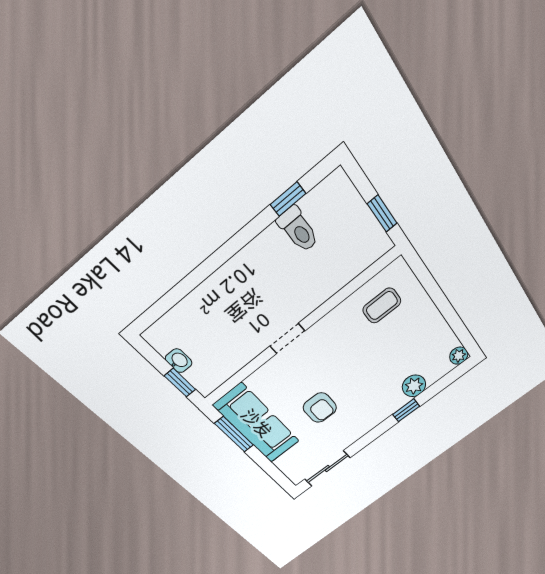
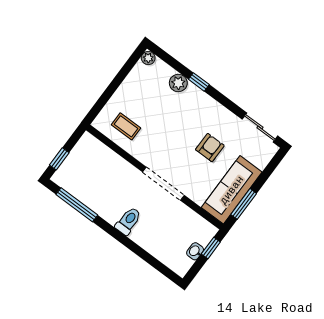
window: (288, 199) -> (77, 205), width x2.17
window: (382, 213) -> (59, 159), moved
toilet: (298, 230) -> (128, 221), moved
doorway: (287, 339) -> (163, 184), width x1.88

